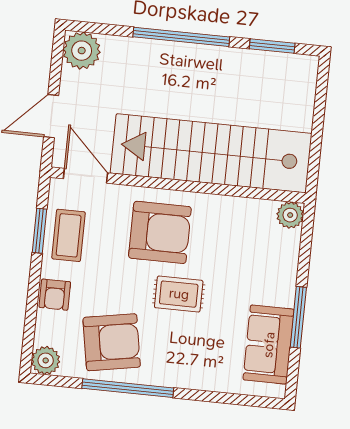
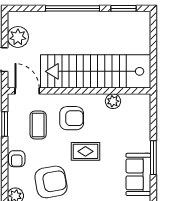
plant: (82, 51) -> (18, 37), moved
plant: (290, 215) -> (113, 101), moved
armchair: (160, 232) -> (72, 118), width x0.73, depth x0.73
coffee table: (69, 235) -> (38, 125), moved

